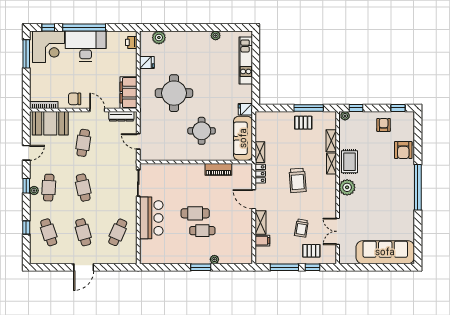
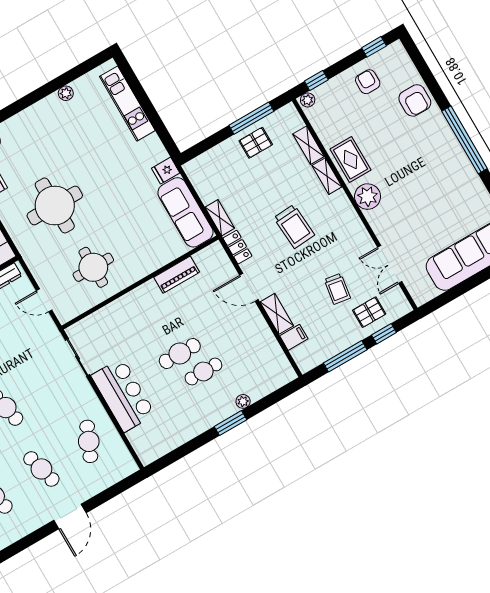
round table: (202, 131) -> (93, 267), moved

